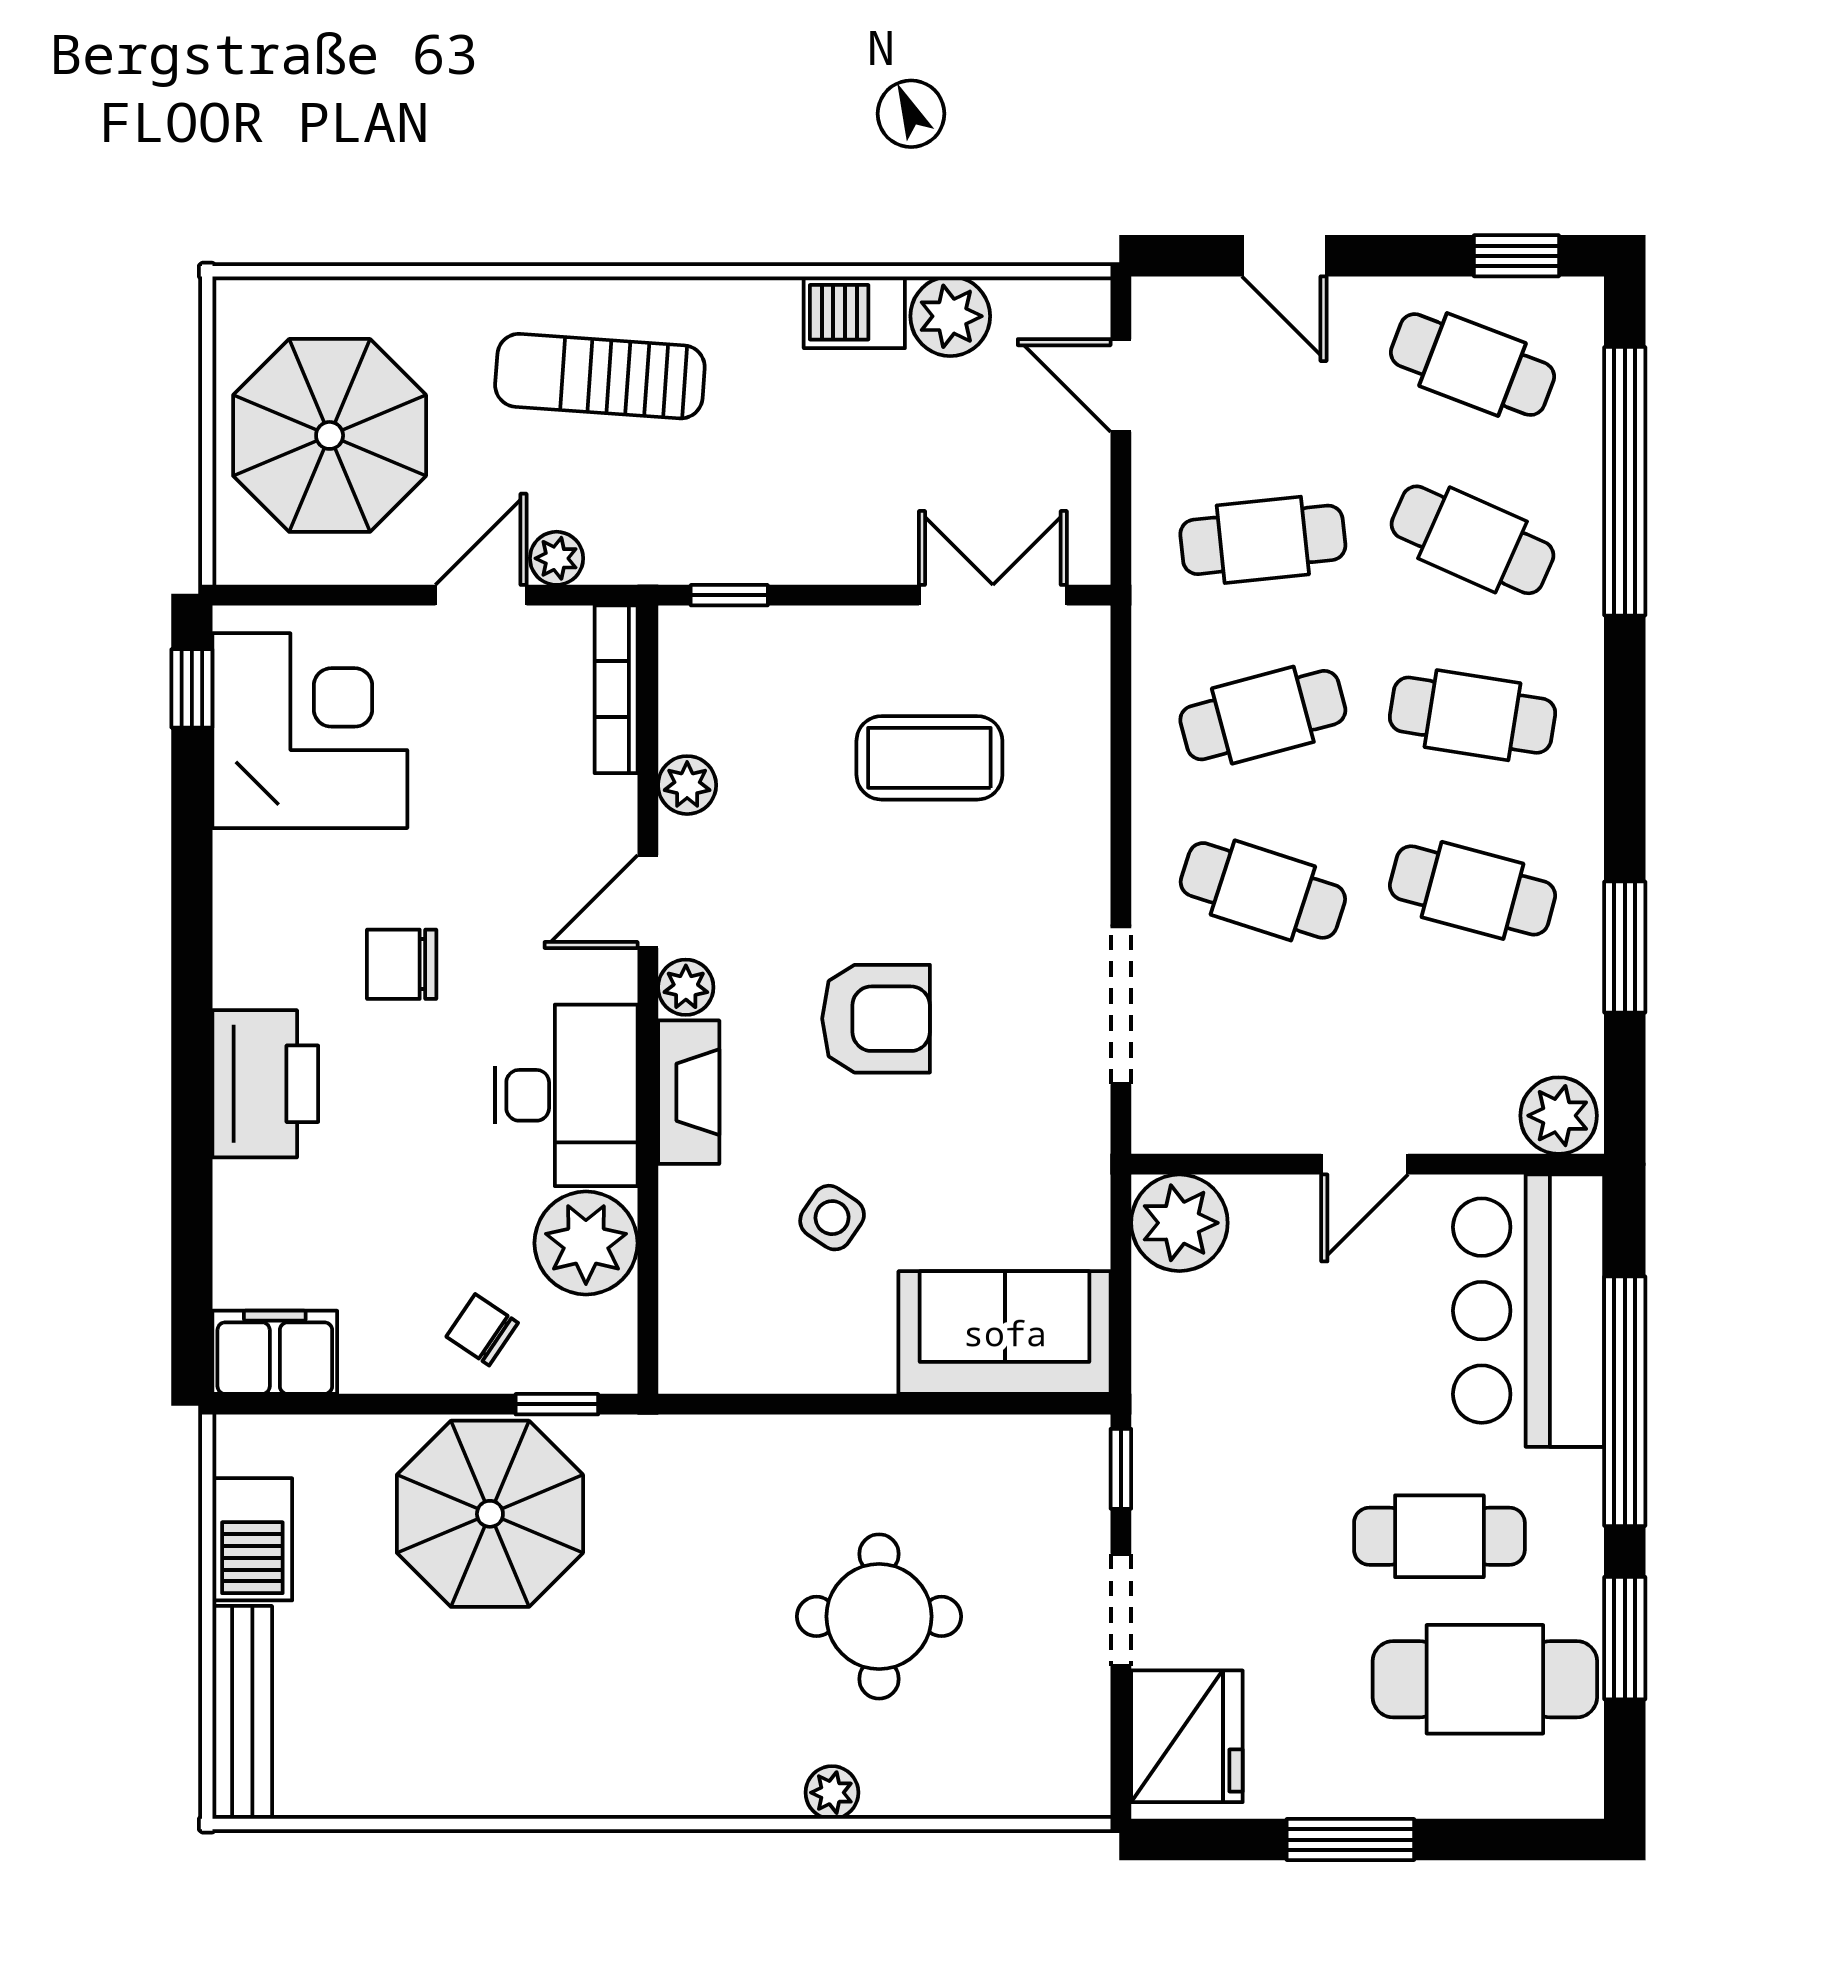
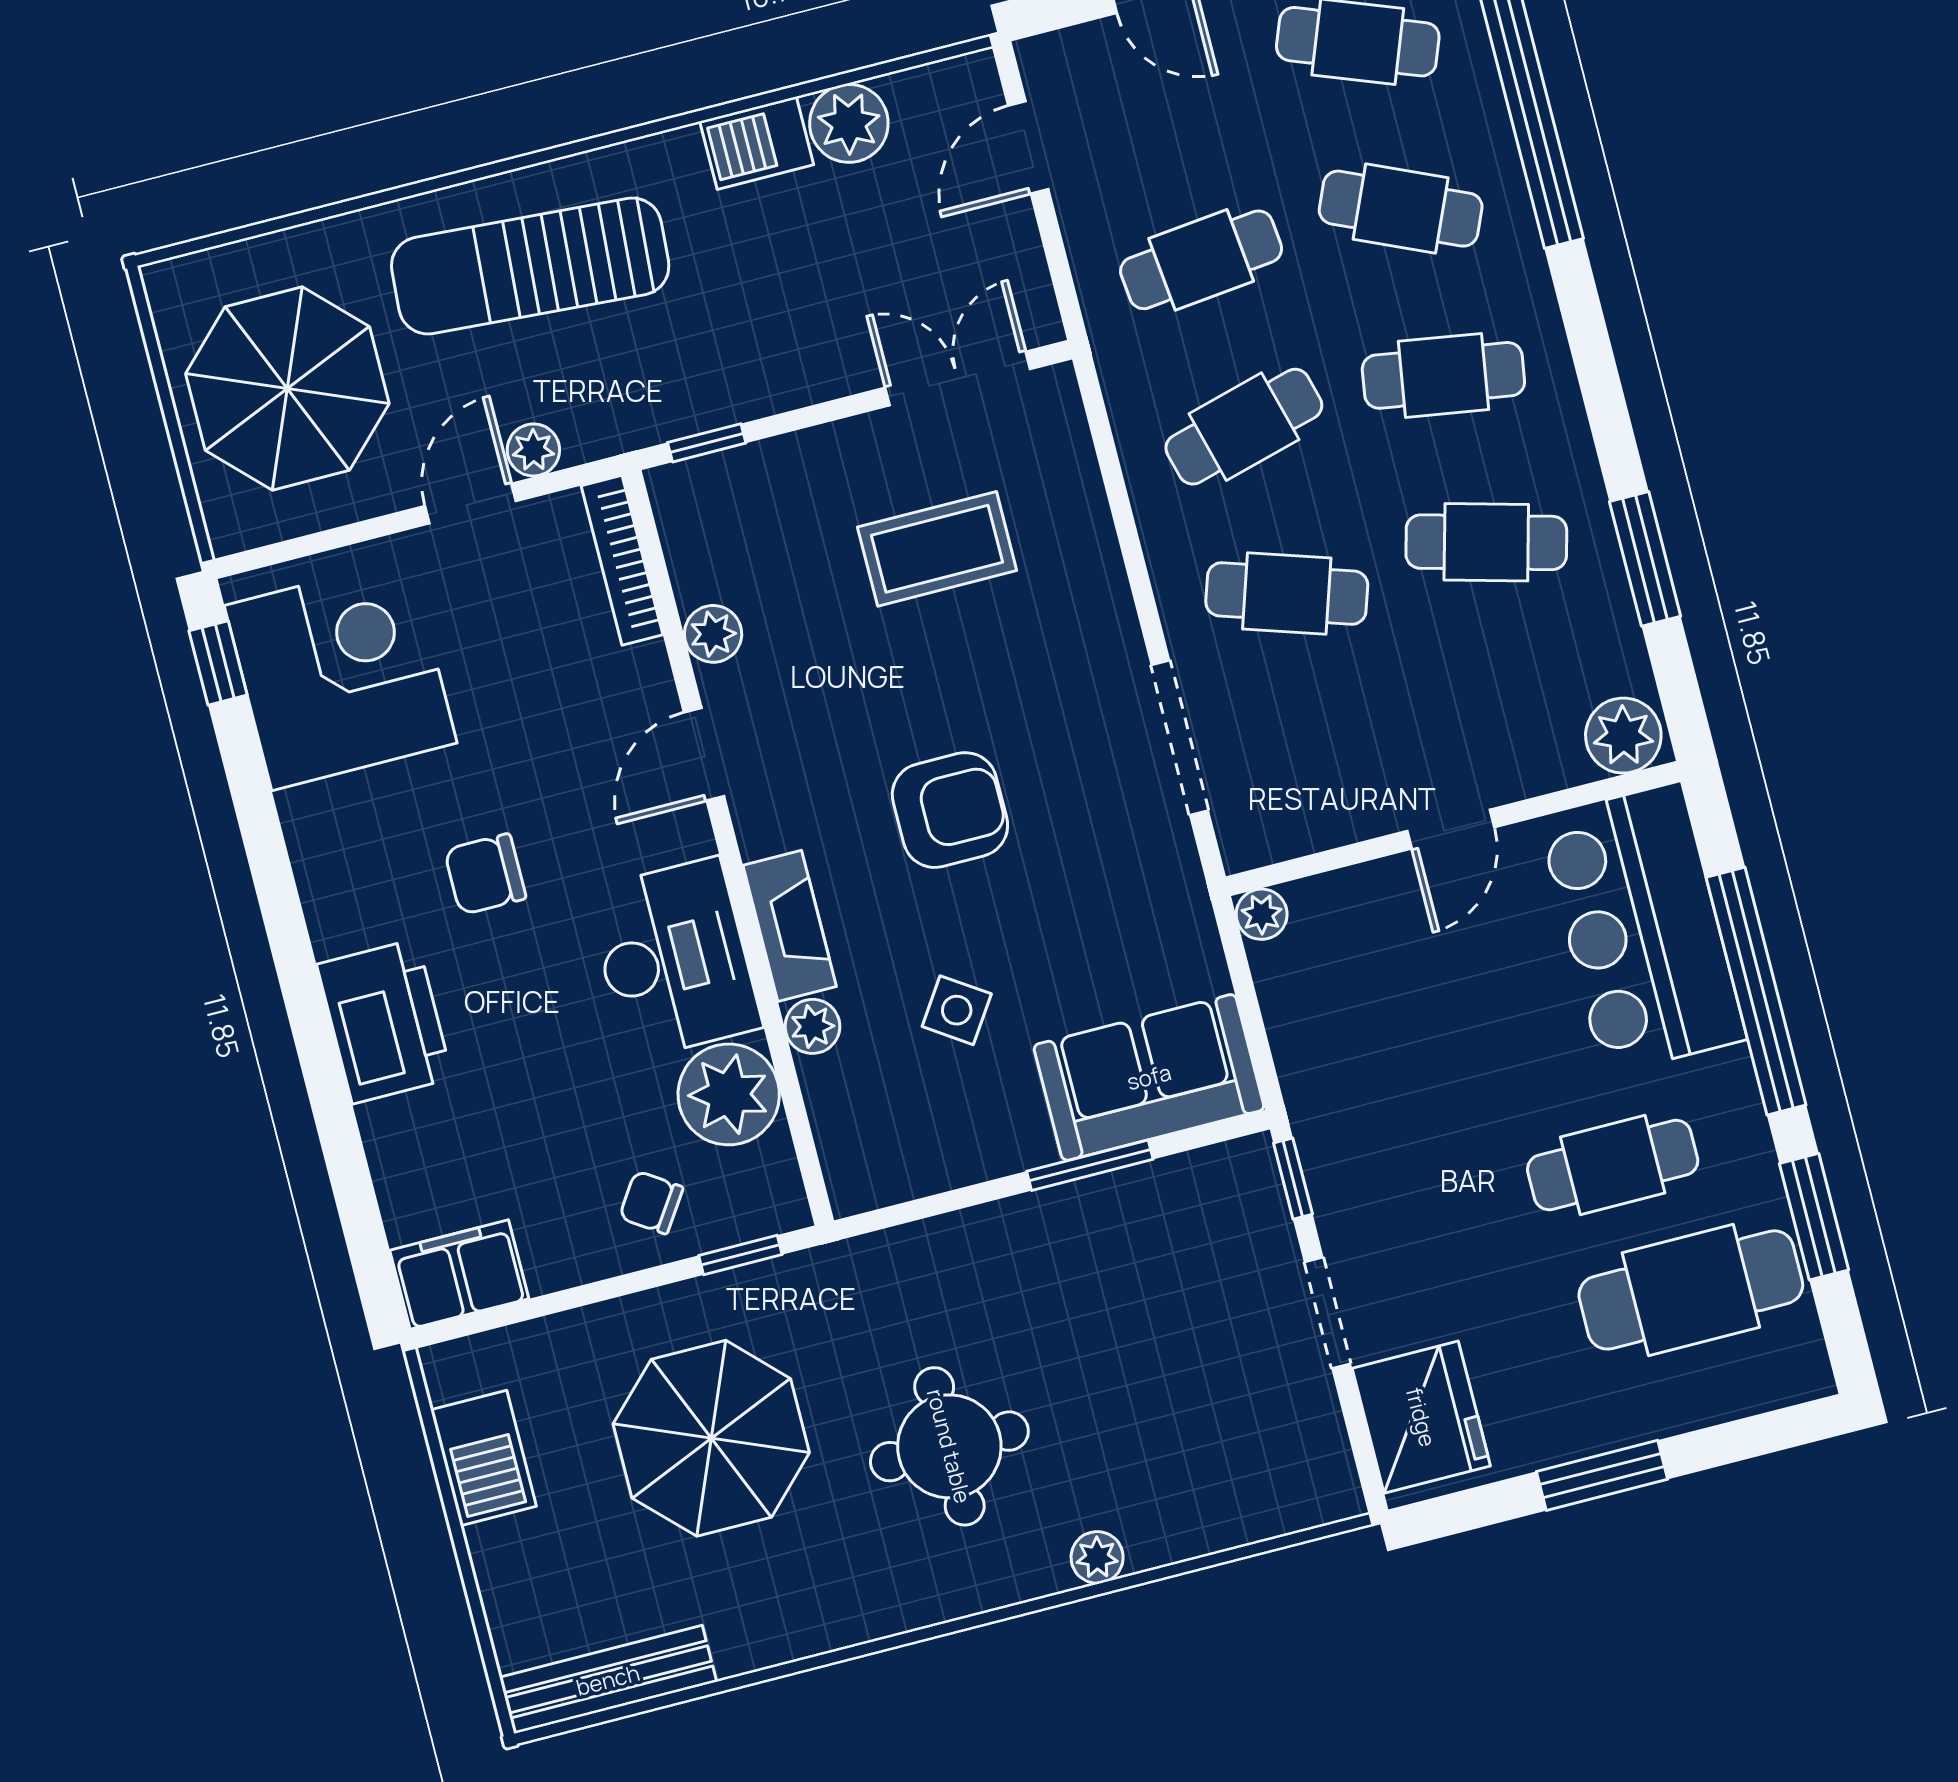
sun lounger: (600, 376) -> (530, 266), width x1.36, depth x1.34
door: (1121, 385) -> (1028, 148), hinge flipped
plant: (686, 987) -> (812, 1026), moved
plant: (1179, 1223) -> (1262, 914), width x0.53, depth x0.53
window: (924, 1404) -> (1090, 1165), added
parasol: (490, 1514) -> (711, 1438), moved
round table: (879, 1616) -> (949, 1446), moved
bench: (242, 1712) -> (608, 1680), moved, turned 90

